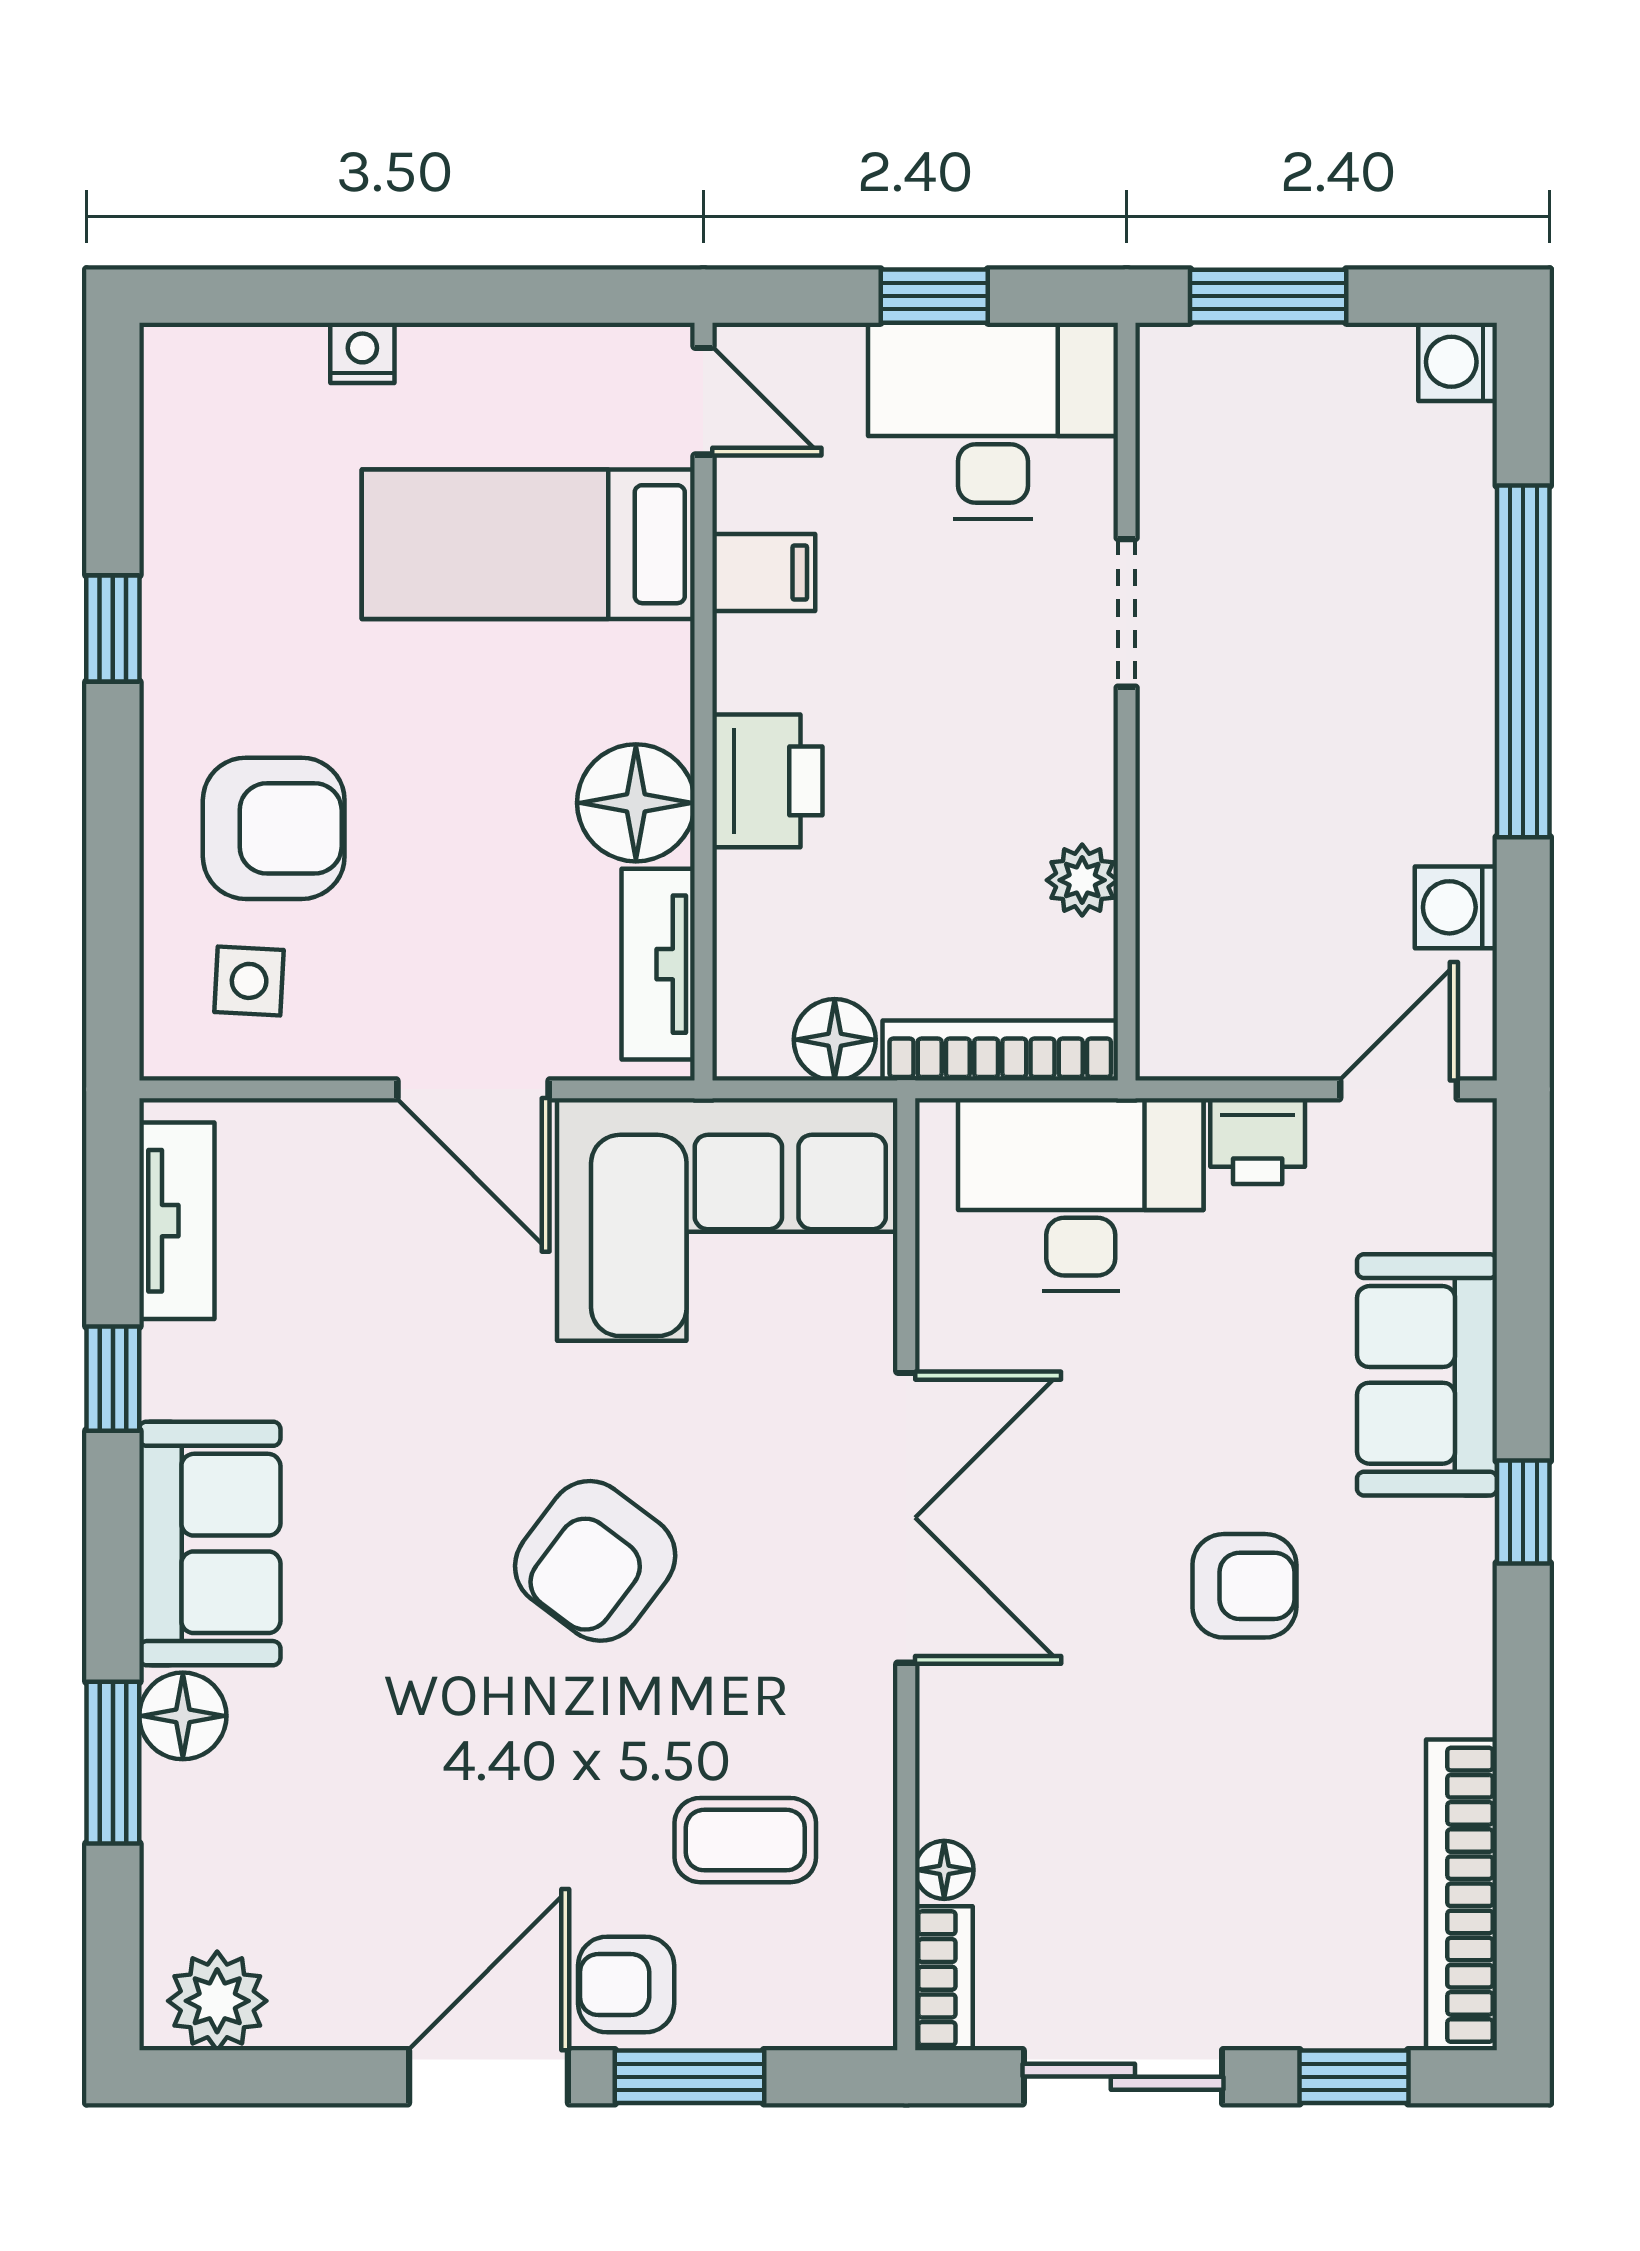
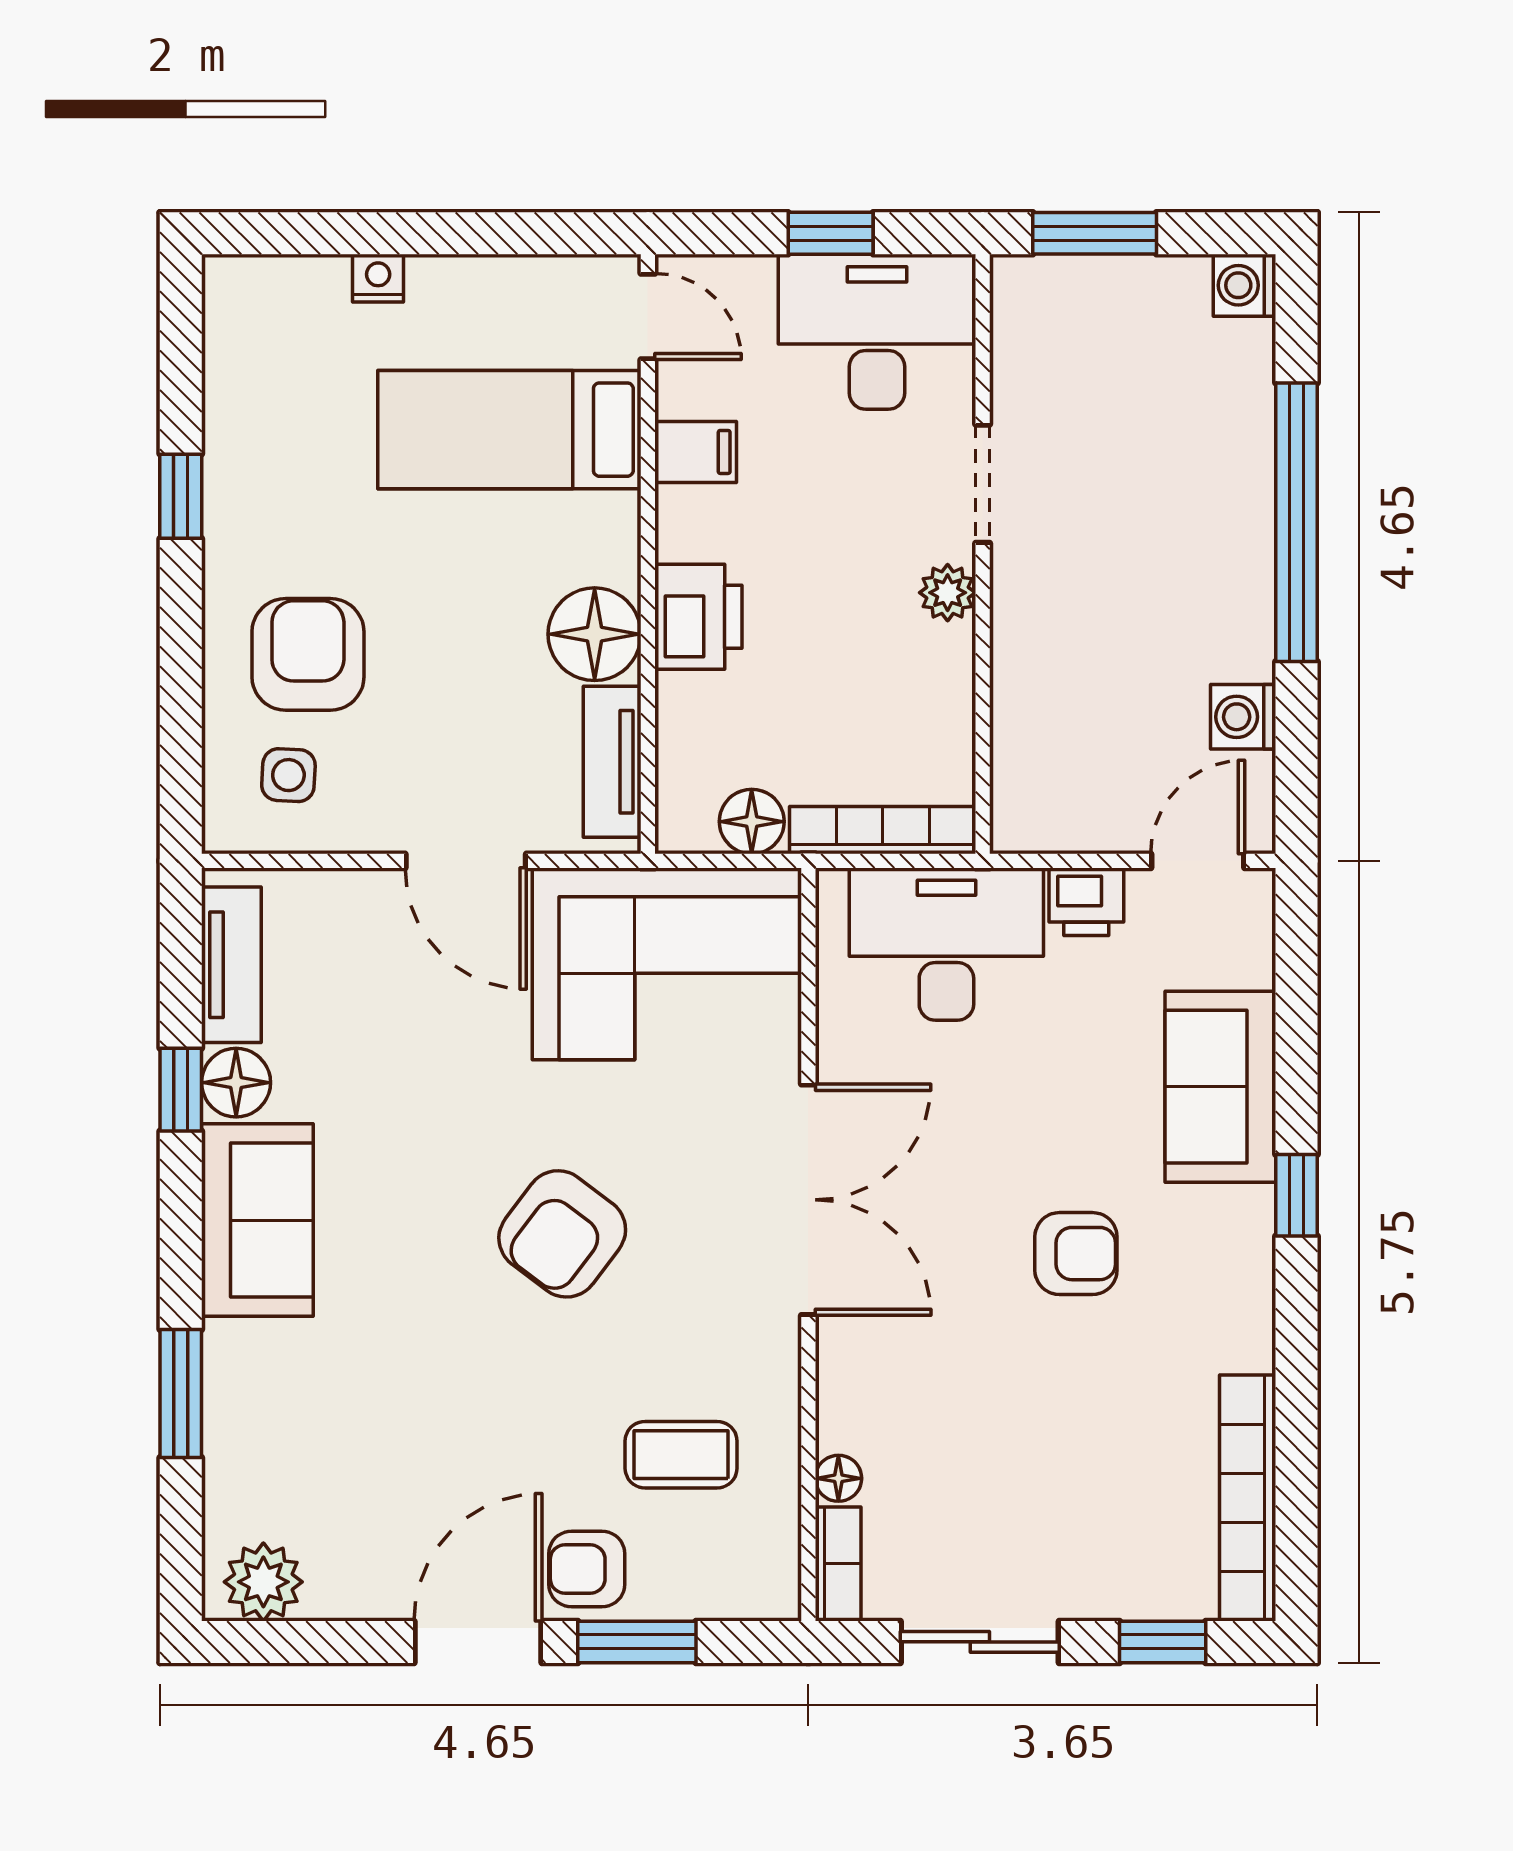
armchair: (274, 828) -> (308, 654), turned -90
plant: (1082, 880) -> (948, 593), moved
floor lamp: (183, 1716) -> (236, 1083), moved

